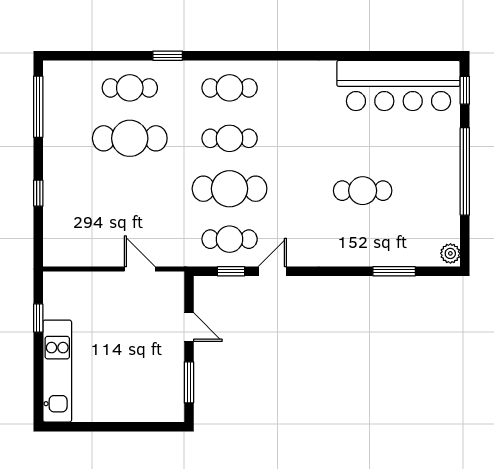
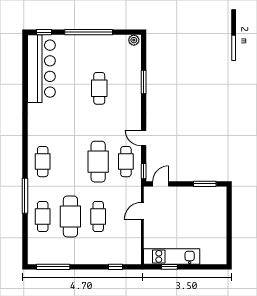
window: (168, 56) -> (25, 196), width x2.17
cafe table: (230, 138) -> (98, 216), moved
window: (38, 193) -> (116, 267), moved
window: (231, 271) -> (144, 171), moved
window: (394, 271) -> (144, 82), moved
door: (189, 327) -> (161, 184), moved
kitchen unit: (57, 371) -> (172, 256), moved

